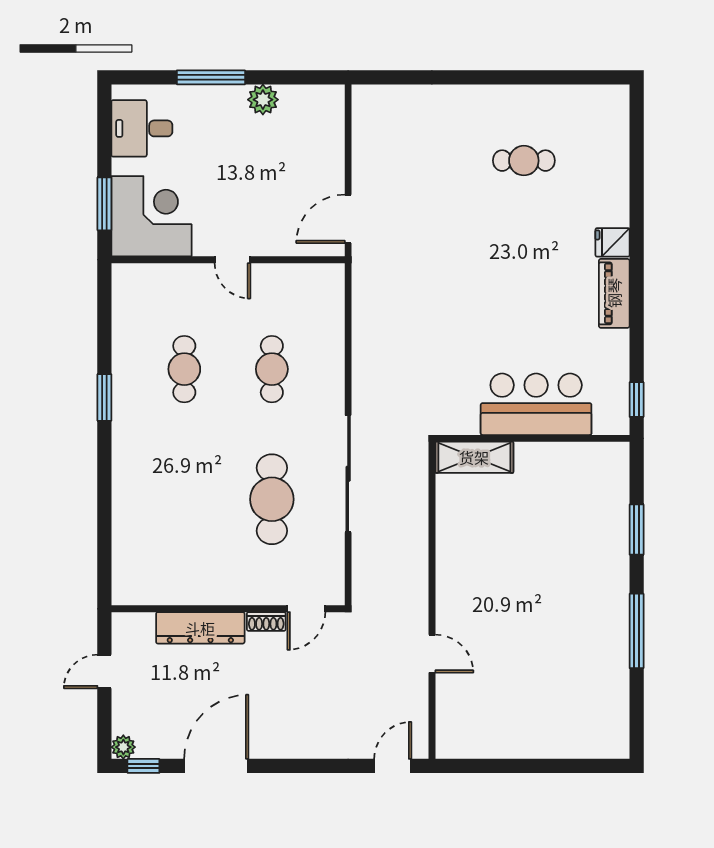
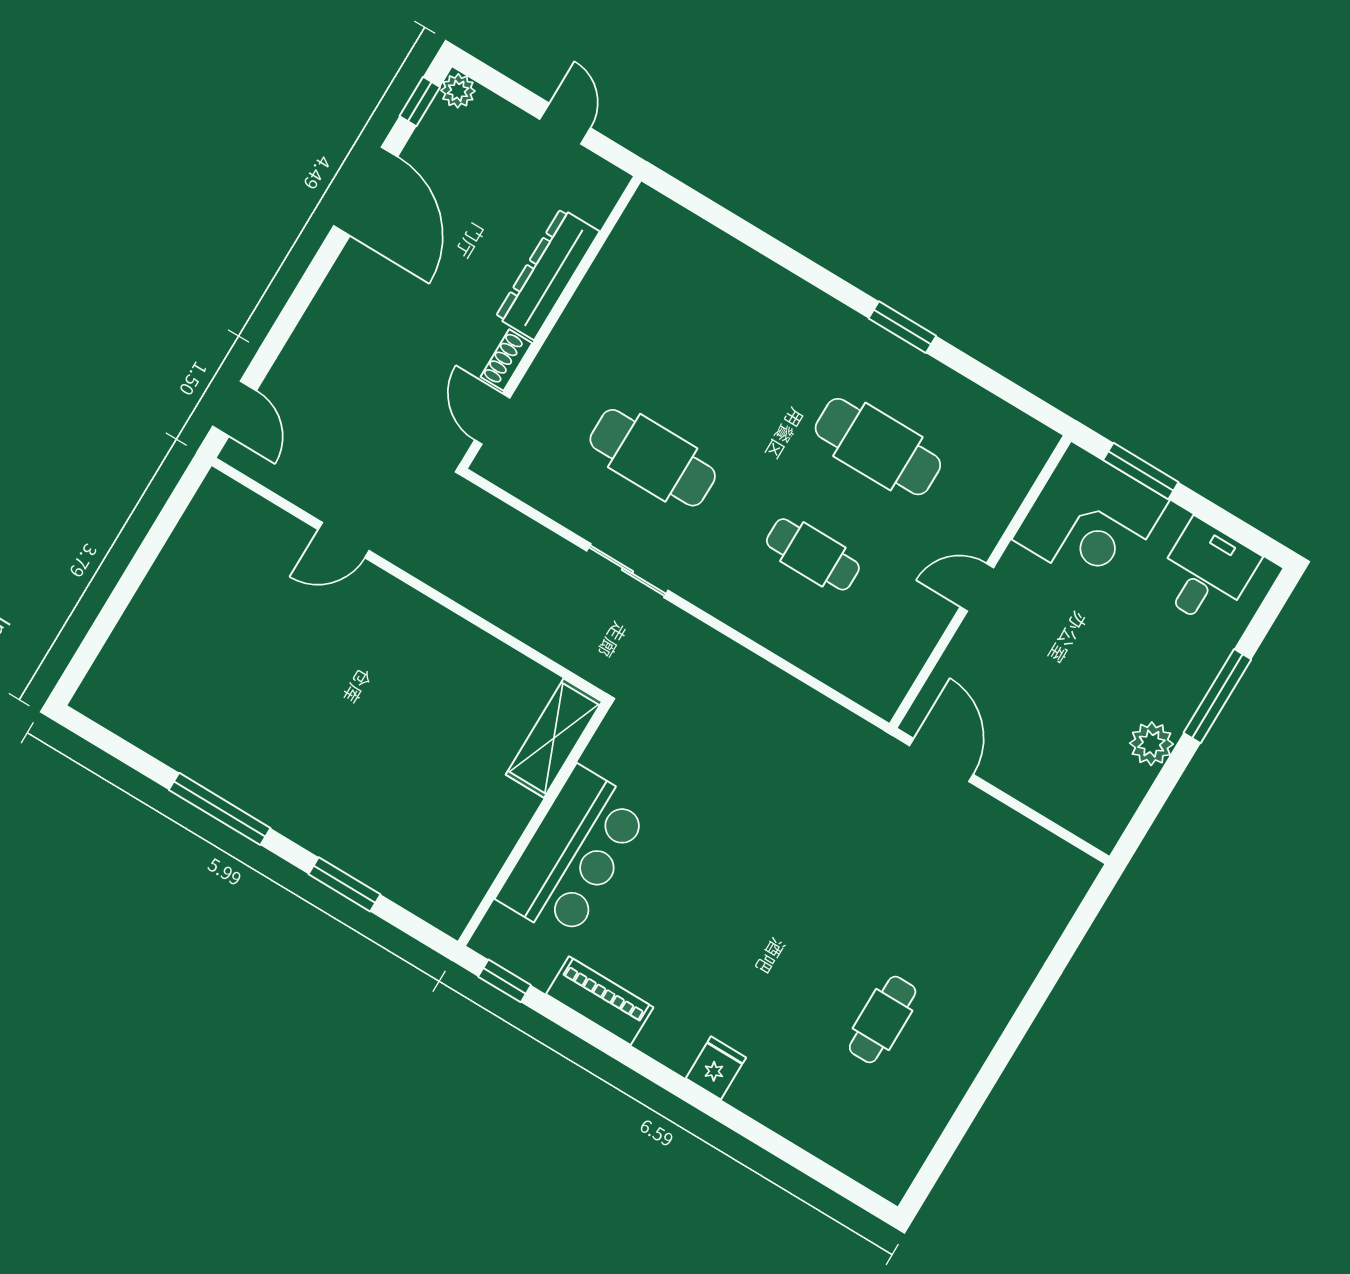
piano: (614, 293) -> (600, 1001), moved
cafe table: (184, 369) -> (878, 447), width x1.37, depth x1.35
sliding door: (348, 474) -> (627, 571), width x0.54

